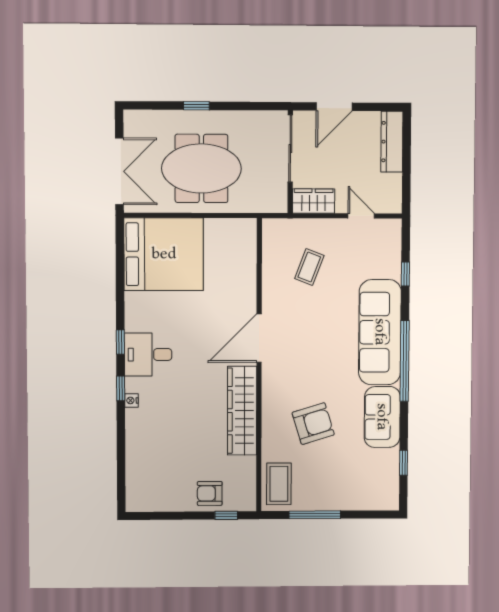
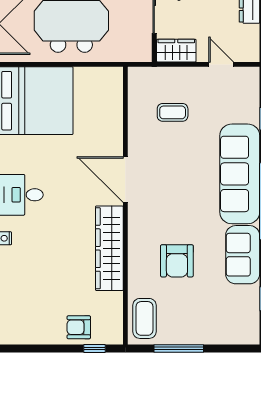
coffee table: (309, 267) -> (173, 112), turned 69
door: (259, 338) -> (125, 180), hinge flipped
armchair: (313, 424) -> (177, 261), turned 107

